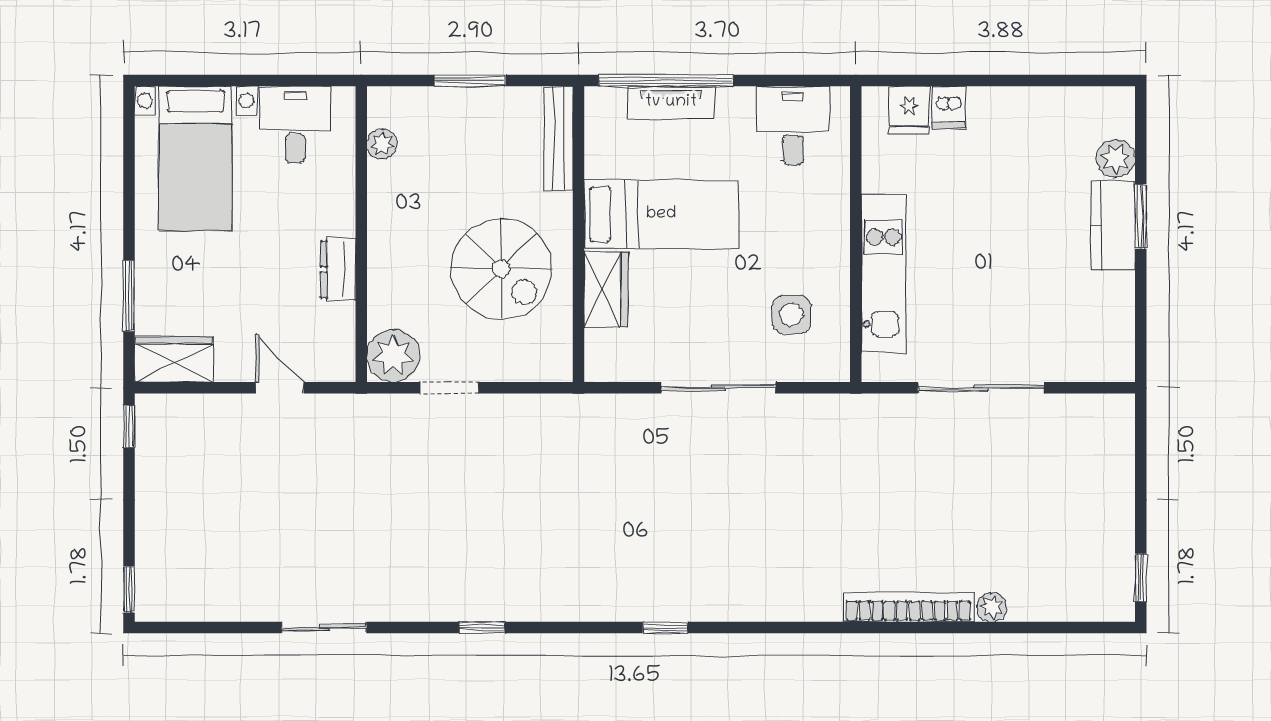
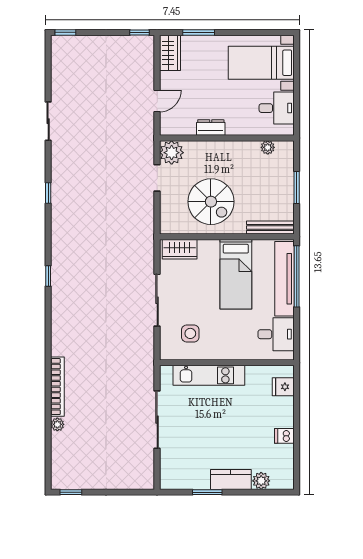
tv unit: (671, 102) -> (284, 279), width x1.92, depth x1.29
dishwasher: (948, 107) -> (284, 436), moved
window: (1141, 216) -> (207, 492), moved
spiral stairs: (501, 269) -> (211, 202), turned -90
wardrobe: (606, 290) -> (180, 249), moved

